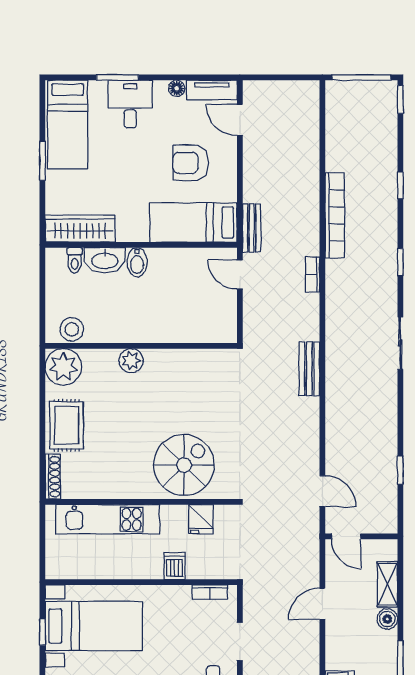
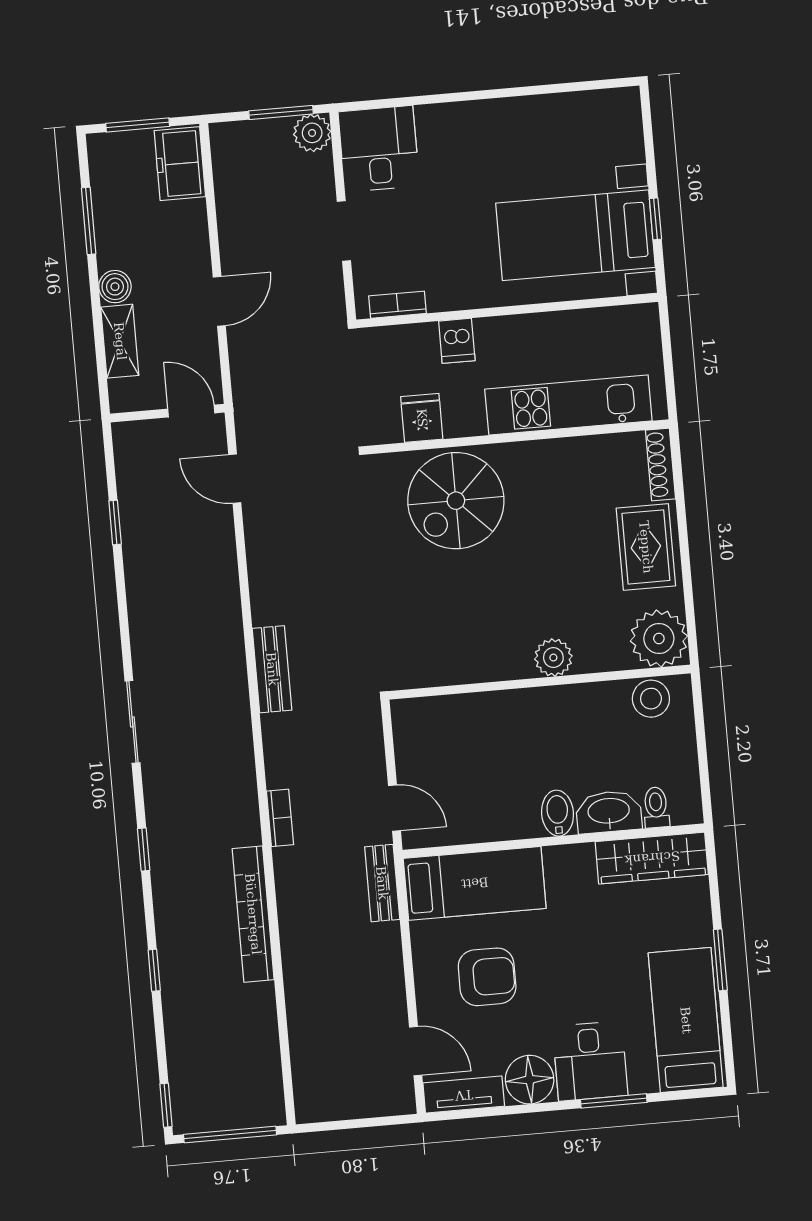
floor lamp: (177, 88) -> (530, 1080), width x1.89, depth x1.89

